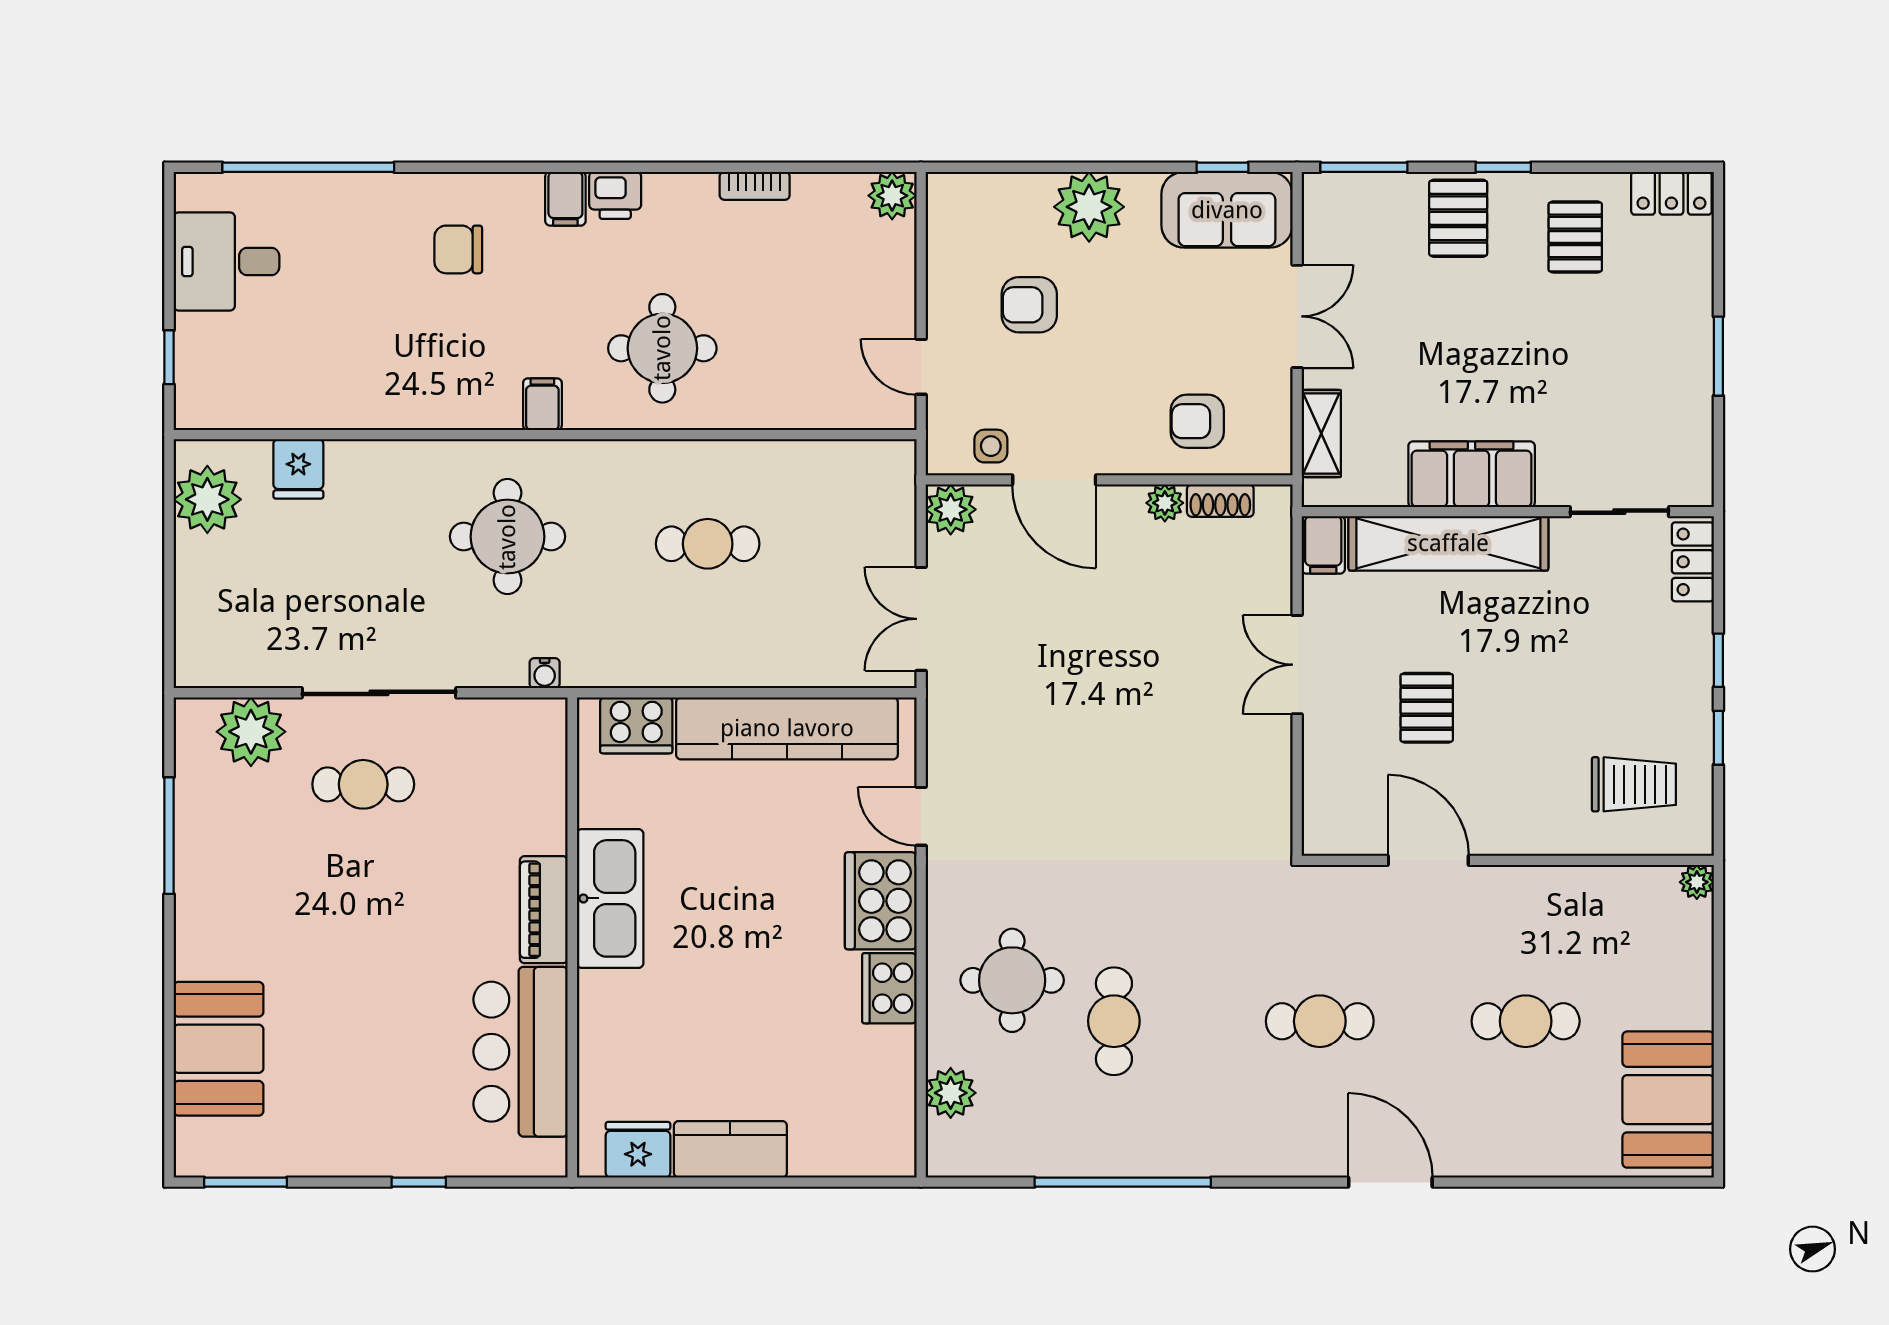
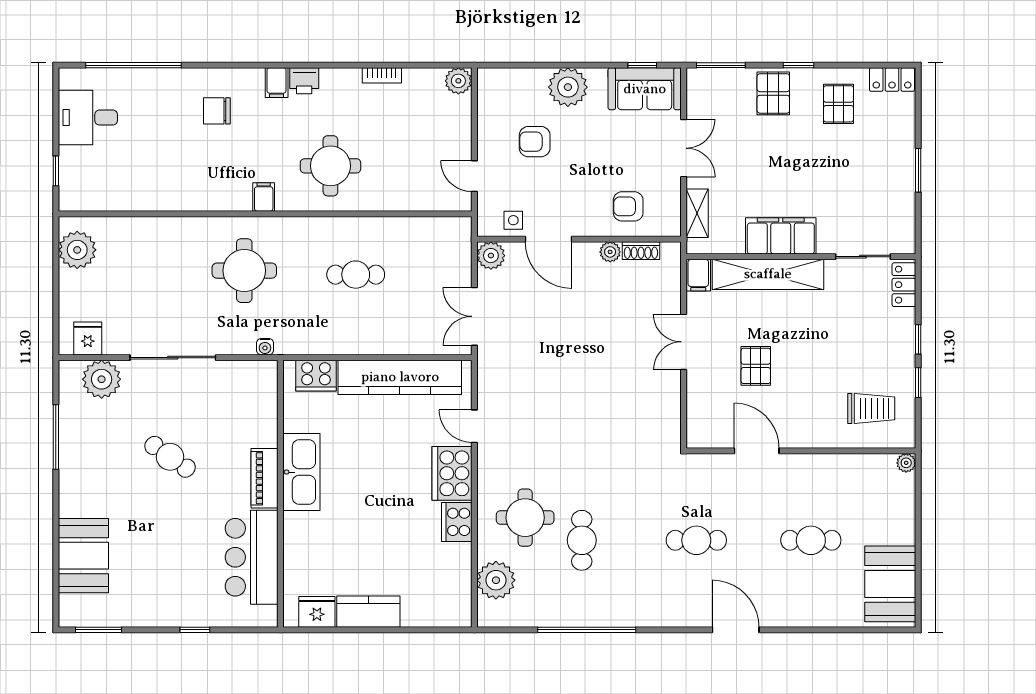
fridge: (298, 469) -> (88, 338), moved, turned 180
cafe table: (363, 784) -> (170, 457), moved, turned 35
plant: (951, 1093) -> (496, 580), width x1.36, depth x1.36

